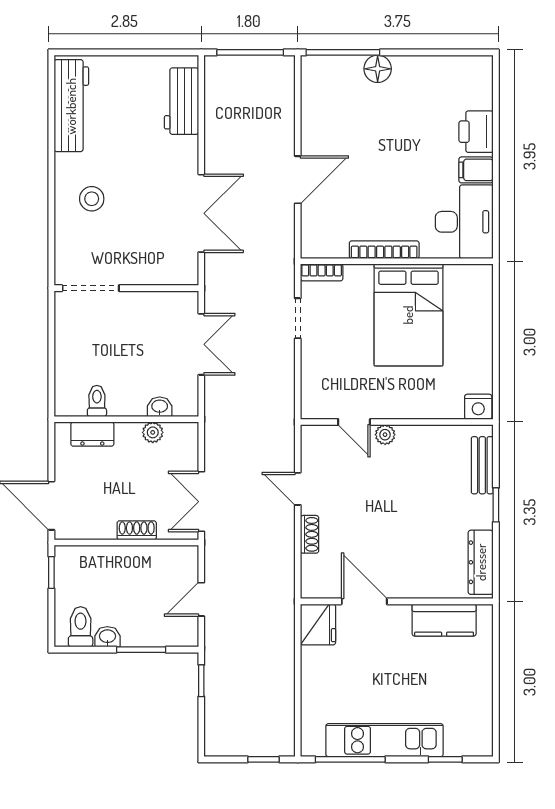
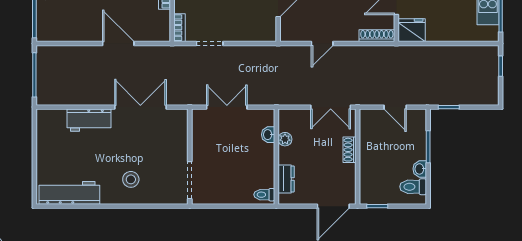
workbench: (181, 101) -> (89, 120), moved
toilet: (97, 401) -> (264, 195), moved
shoe rack: (310, 534) -> (377, 36), moved, width x1.43

